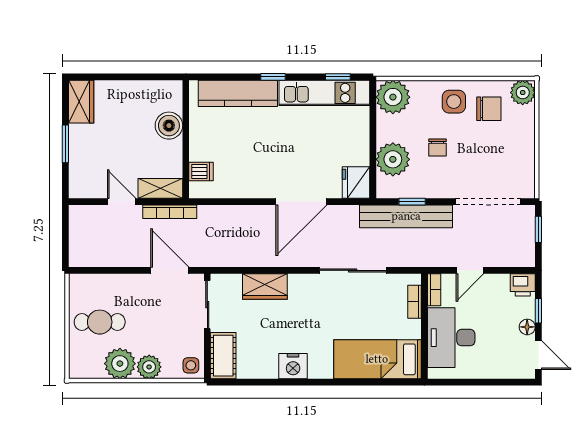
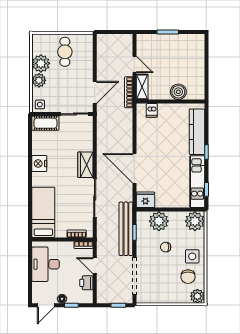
wardrobe: (81, 102) -> (192, 41), removed
door: (122, 202) -> (134, 64), hinge flipped
printer: (523, 285) -> (86, 283), moved
wardrobe: (265, 287) -> (85, 165), moved
desk: (451, 338) -> (46, 264), moved, turned -90

